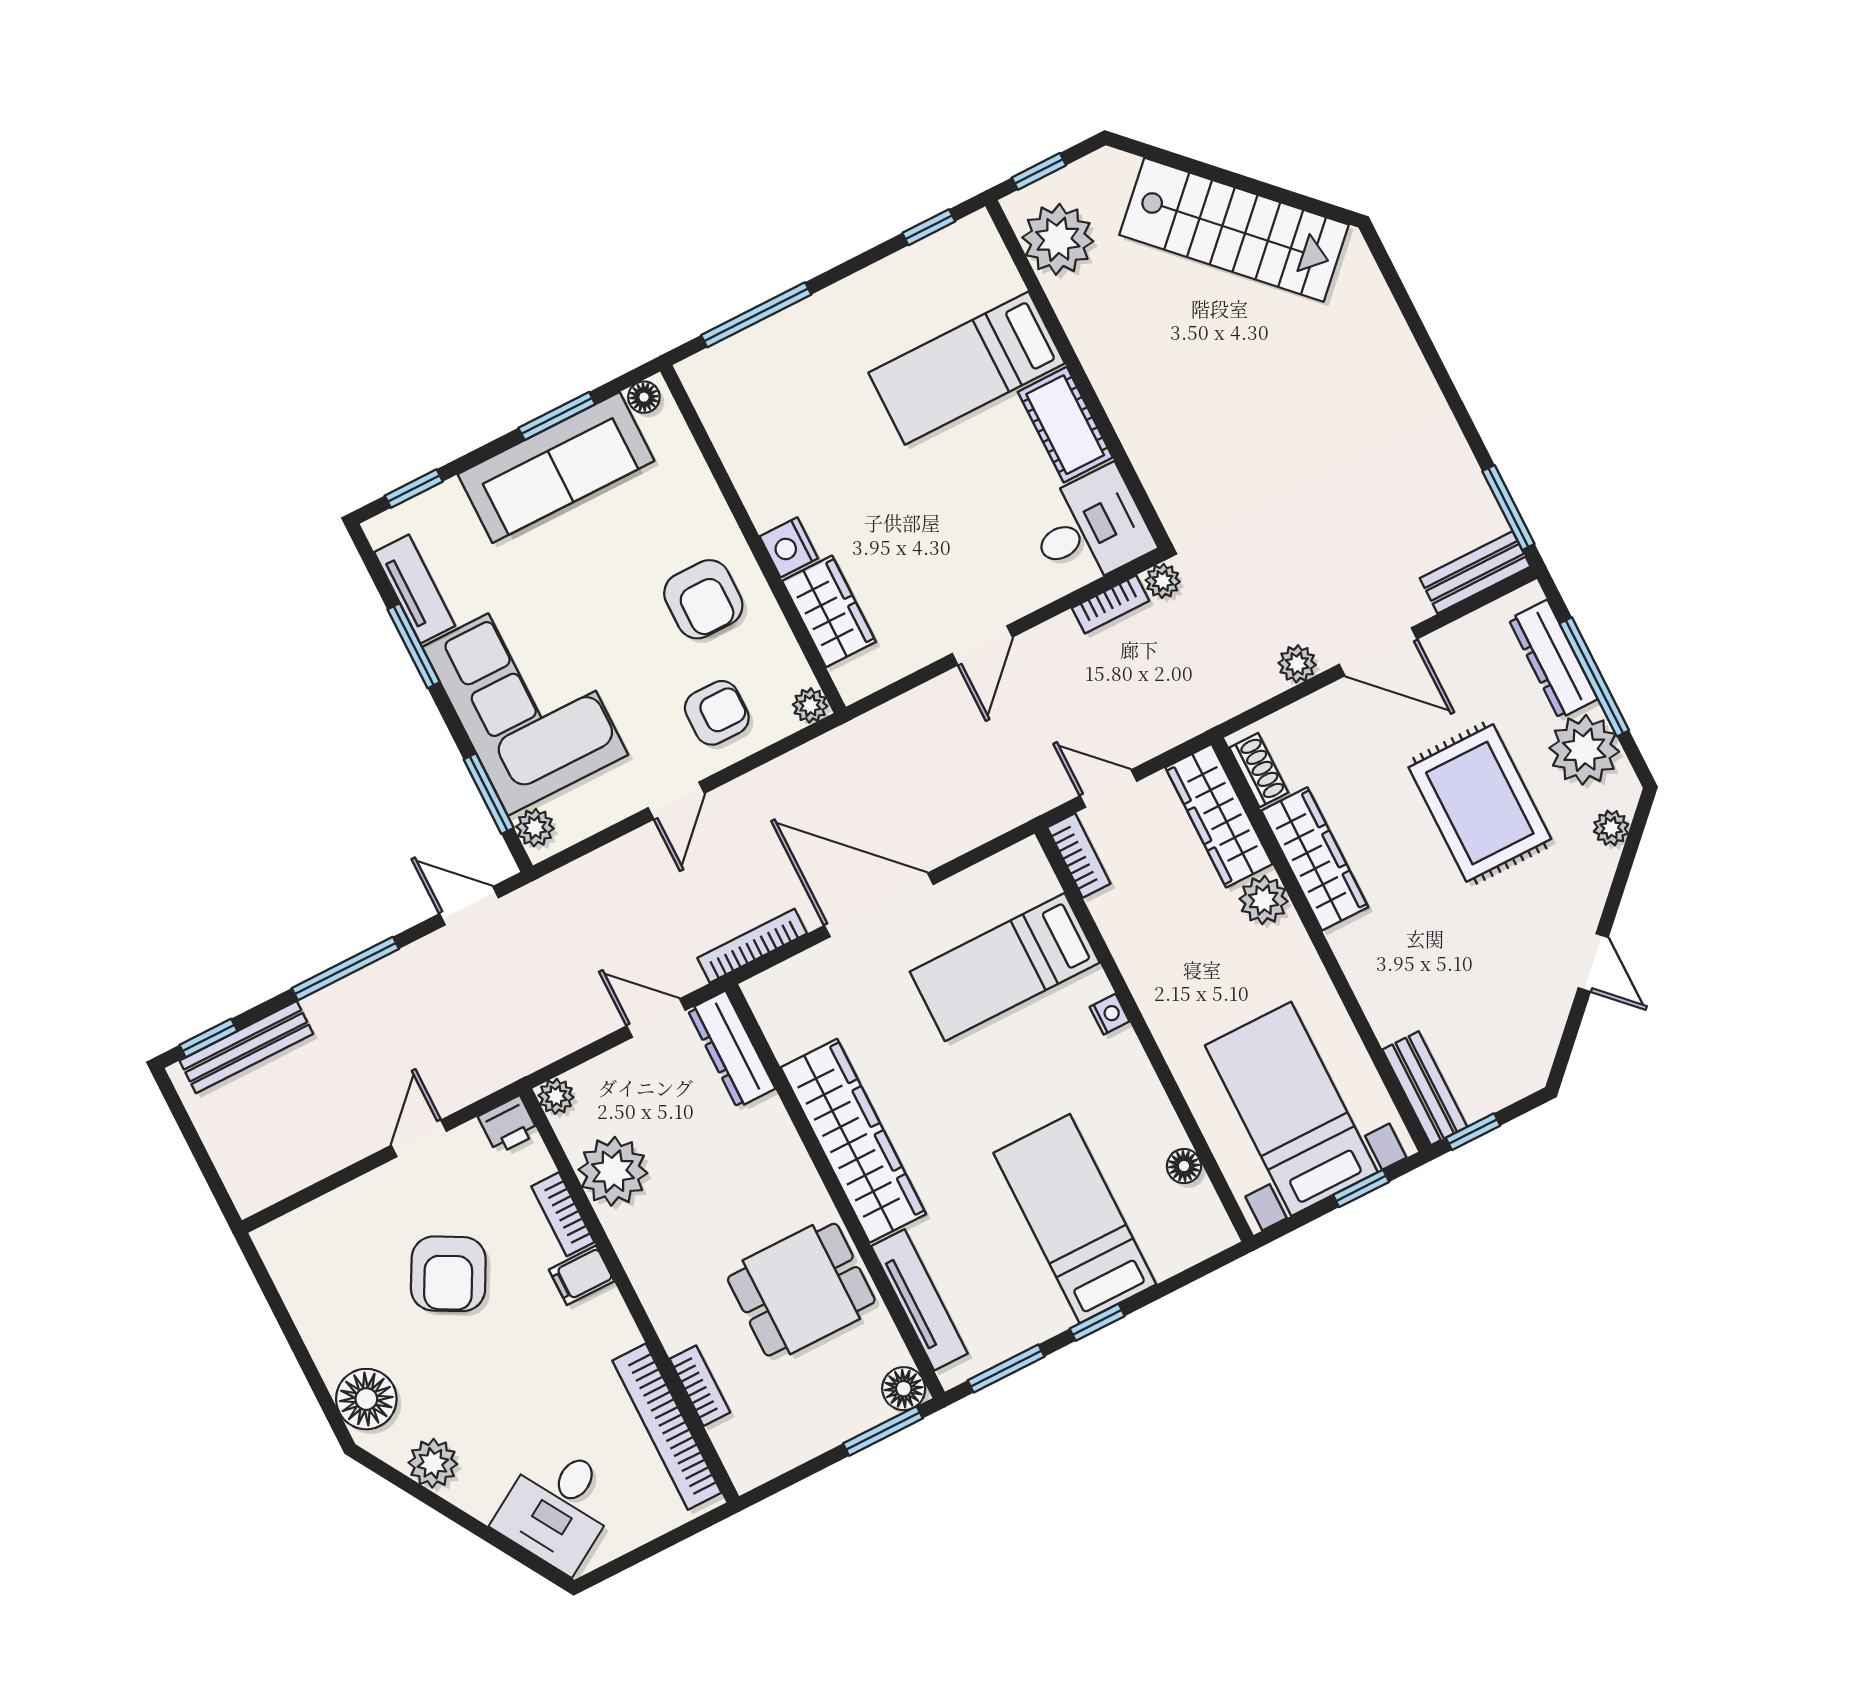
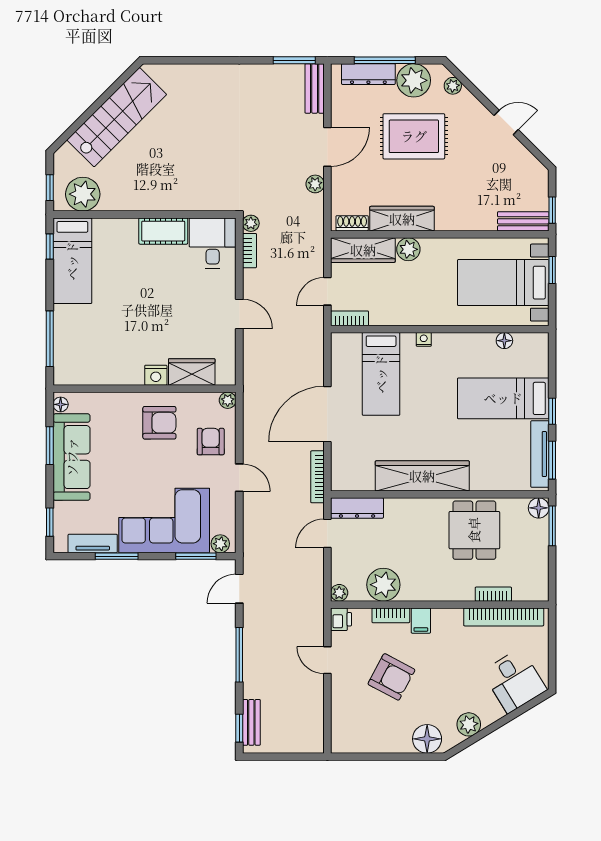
bed: (967, 368) -> (72, 261), moved
bench: (246, 1047) -> (251, 722), width x0.73
tv unit: (919, 1300) -> (540, 454), moved, turned -90

